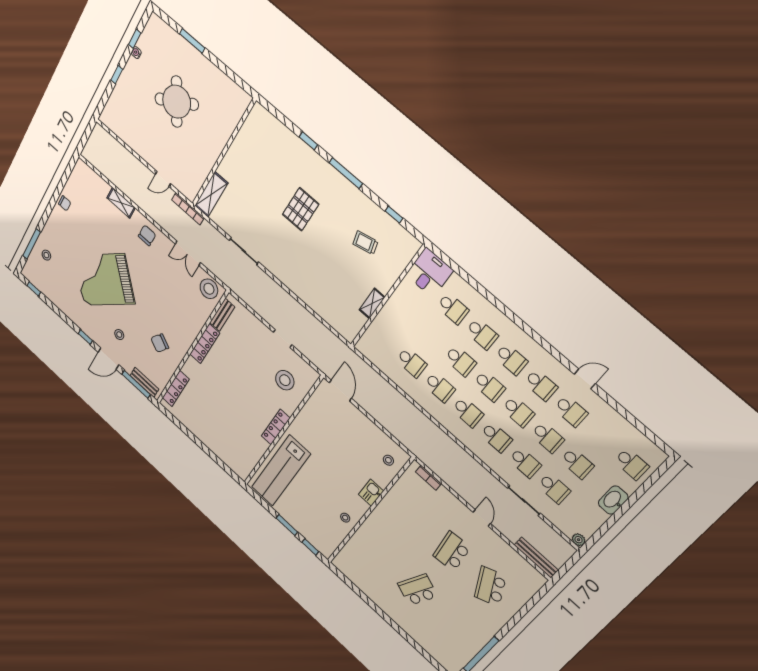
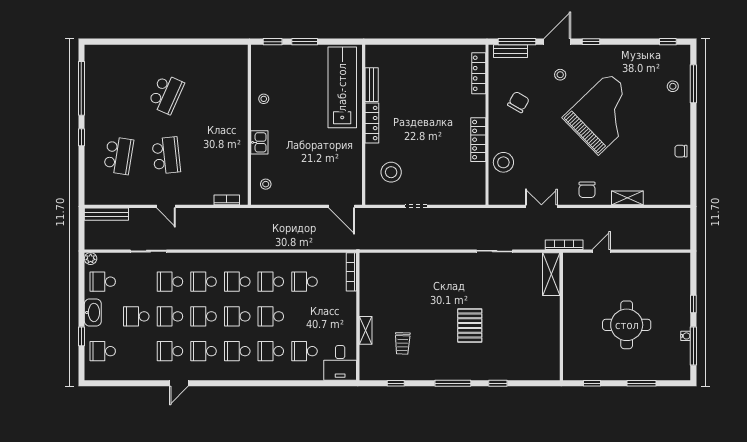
window: (135, 39) -> (693, 346), width x2.17
window: (232, 75) -> (592, 383), added
round table: (177, 102) -> (627, 325), turned 31
trolley: (365, 243) -> (403, 343), turned 106
stool: (209, 289) -> (503, 162), moved
shelving: (372, 303) -> (366, 330), moved
bench: (222, 315) -> (372, 85), moved
bookcase: (368, 336) -> (351, 272), added
school desk: (554, 488) -> (103, 282), moved
window: (640, 492) -> (81, 336), added
school desk: (490, 586) -> (119, 155), turned 33
window: (510, 625) -> (81, 137), added

